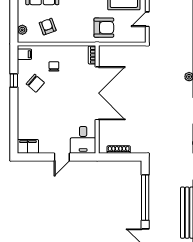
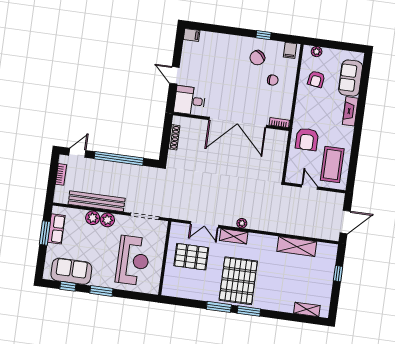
armchair: (48, 27) -> (316, 79), turned 118
filing cabinet: (28, 146) -> (192, 35), width x0.50

